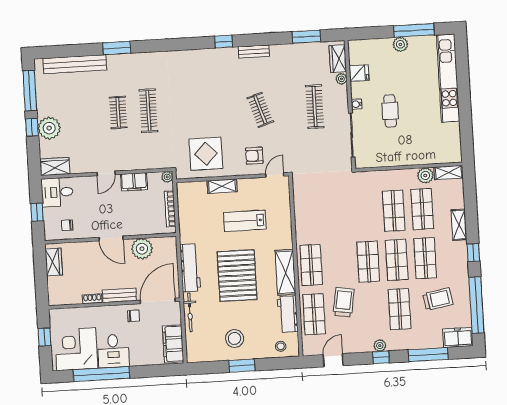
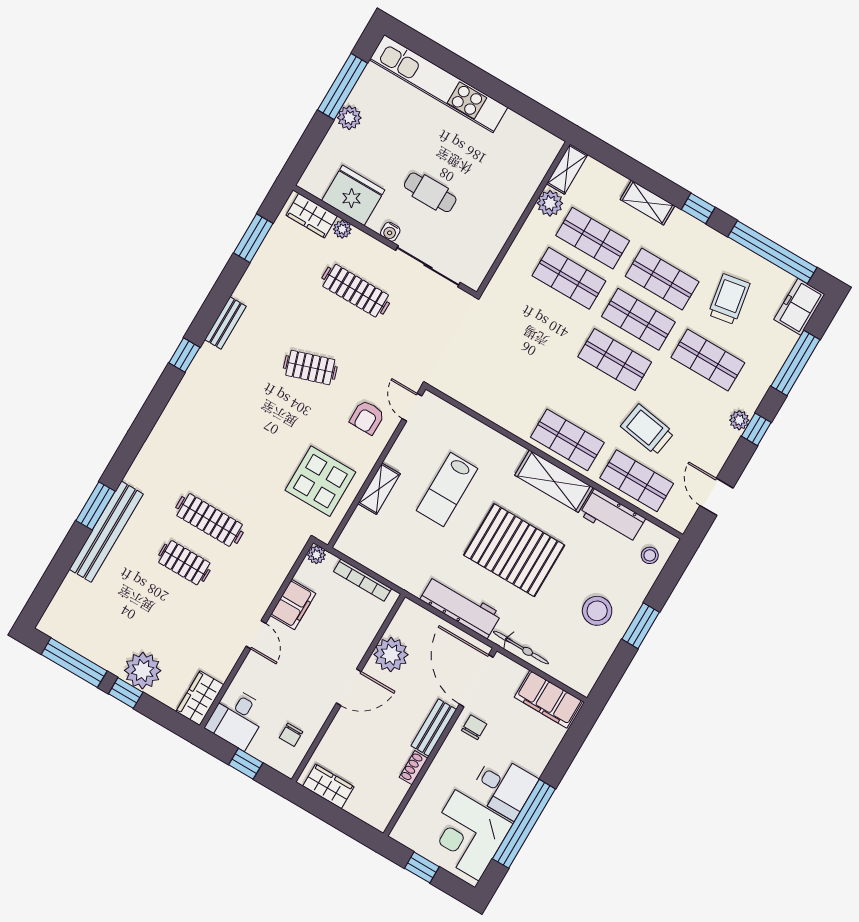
bench: (75, 64) -> (106, 532), moved
fridge: (359, 73) -> (353, 195), width x1.88, depth x1.34

